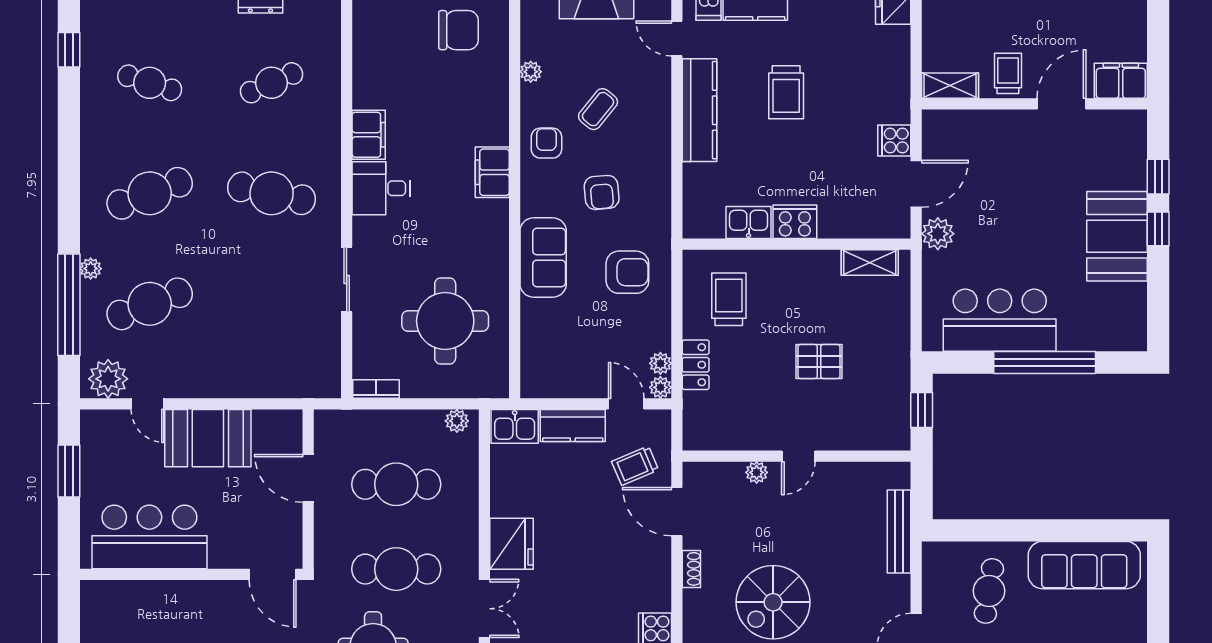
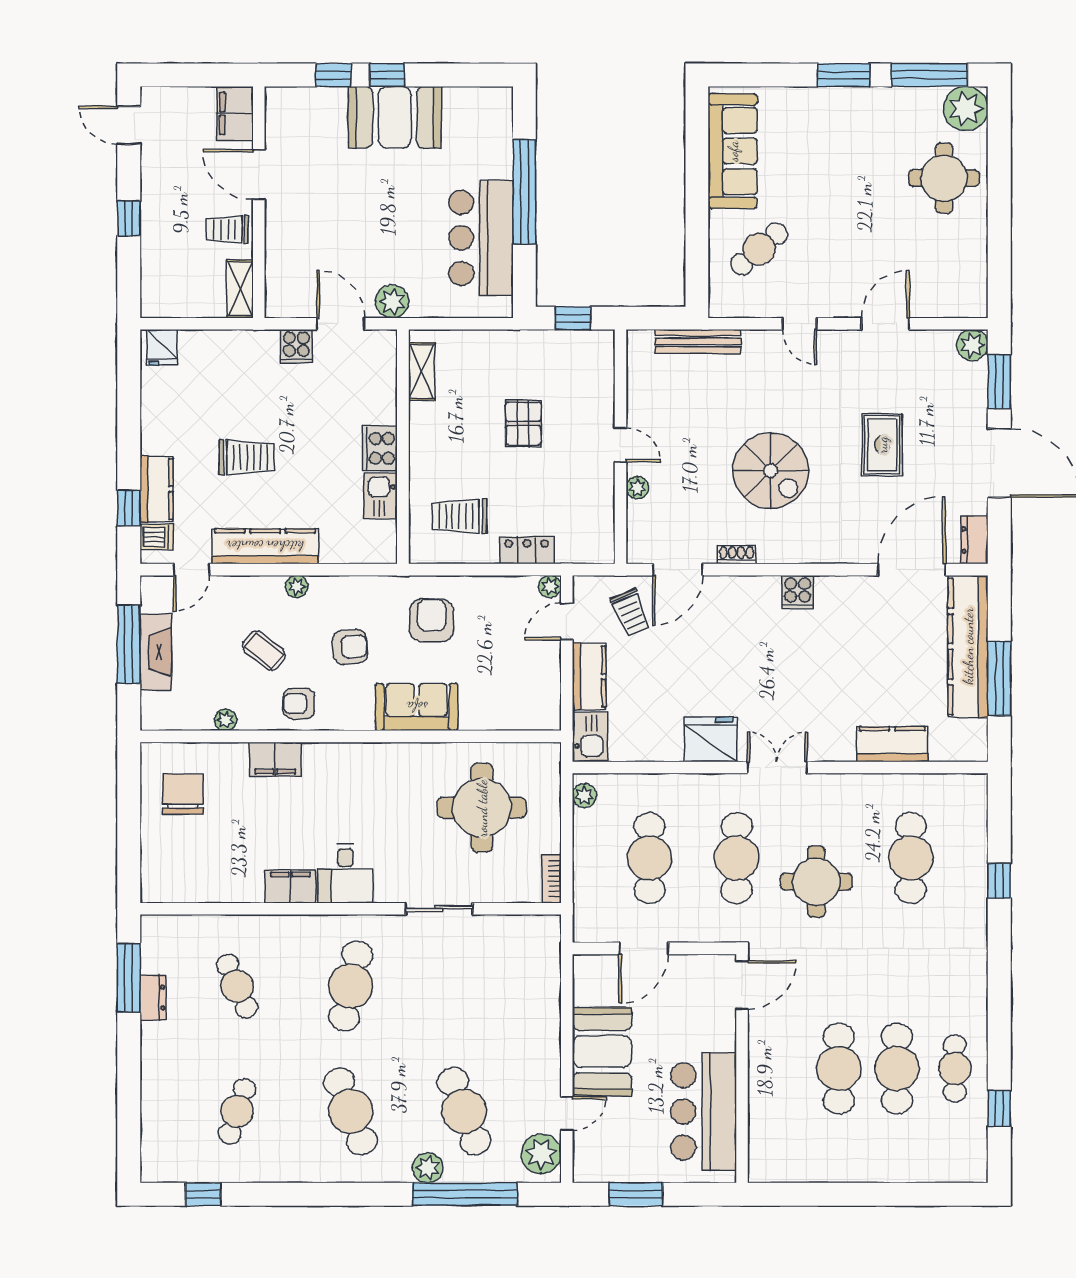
filing cabinet: (492, 172) -> (275, 759), moved
plant: (91, 269) -> (428, 1168), width x1.38, depth x1.38
plant: (660, 363) -> (297, 586), moved
cafe table: (989, 591) -> (759, 249), turned -50

